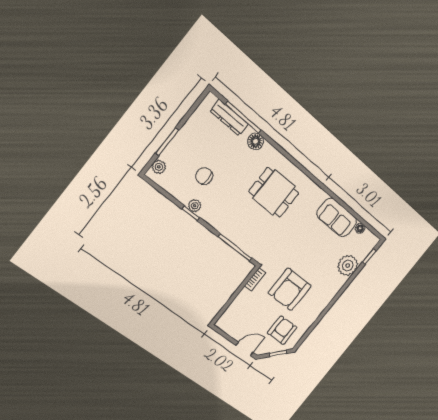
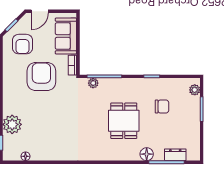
dresser: (229, 118) -> (175, 155), width x0.70
dining table: (274, 192) -> (124, 121), moved, turned 90
plant: (195, 206) -> (93, 83), moved
sofa: (337, 218) -> (66, 36), moved, turned -90

